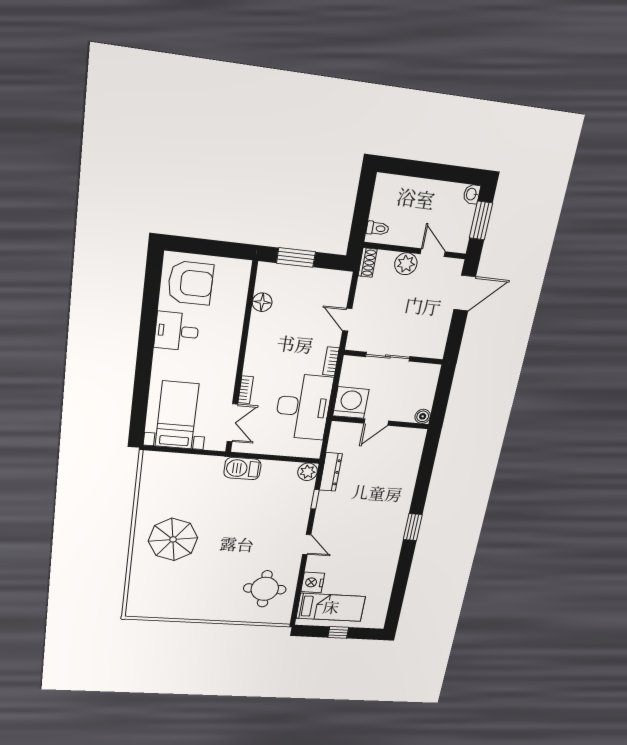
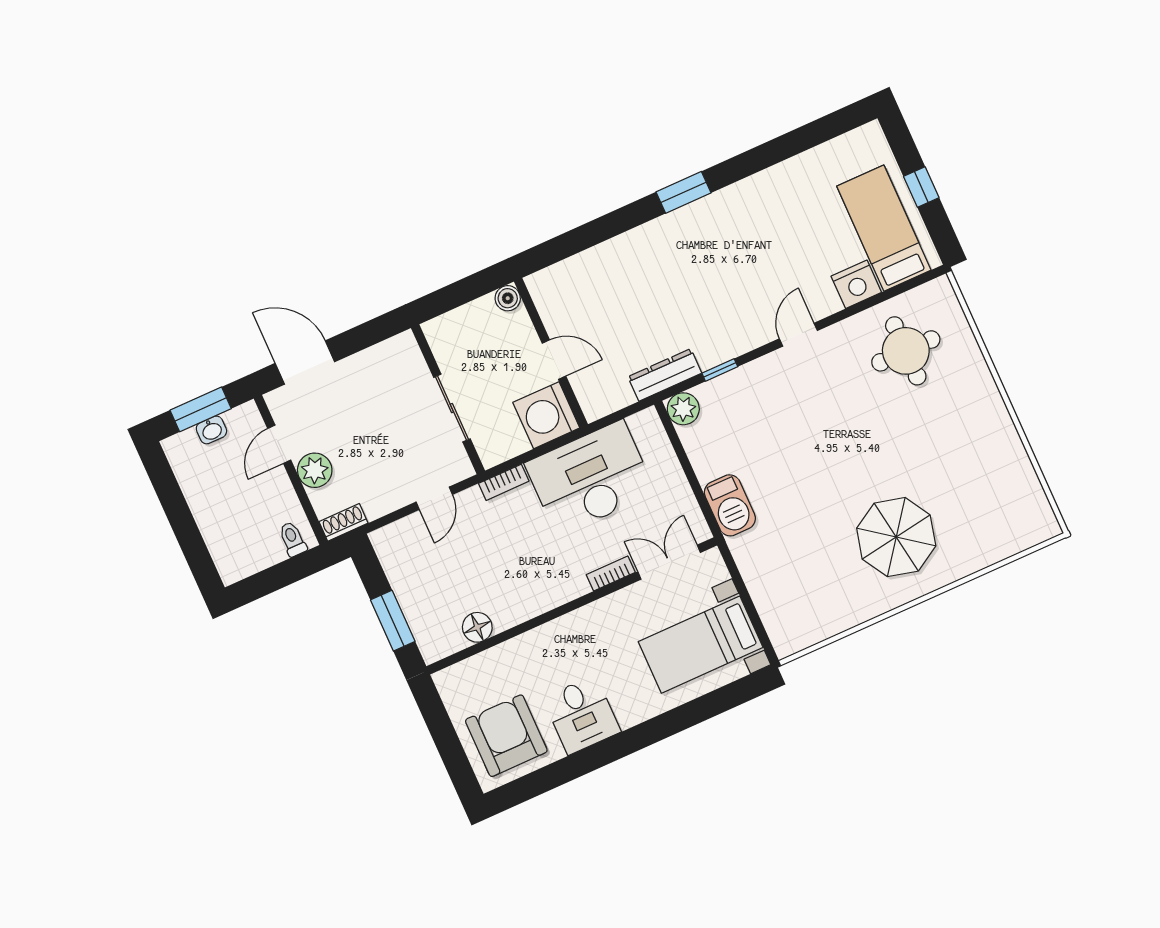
washbasin: (472, 194) -> (211, 430), moved

